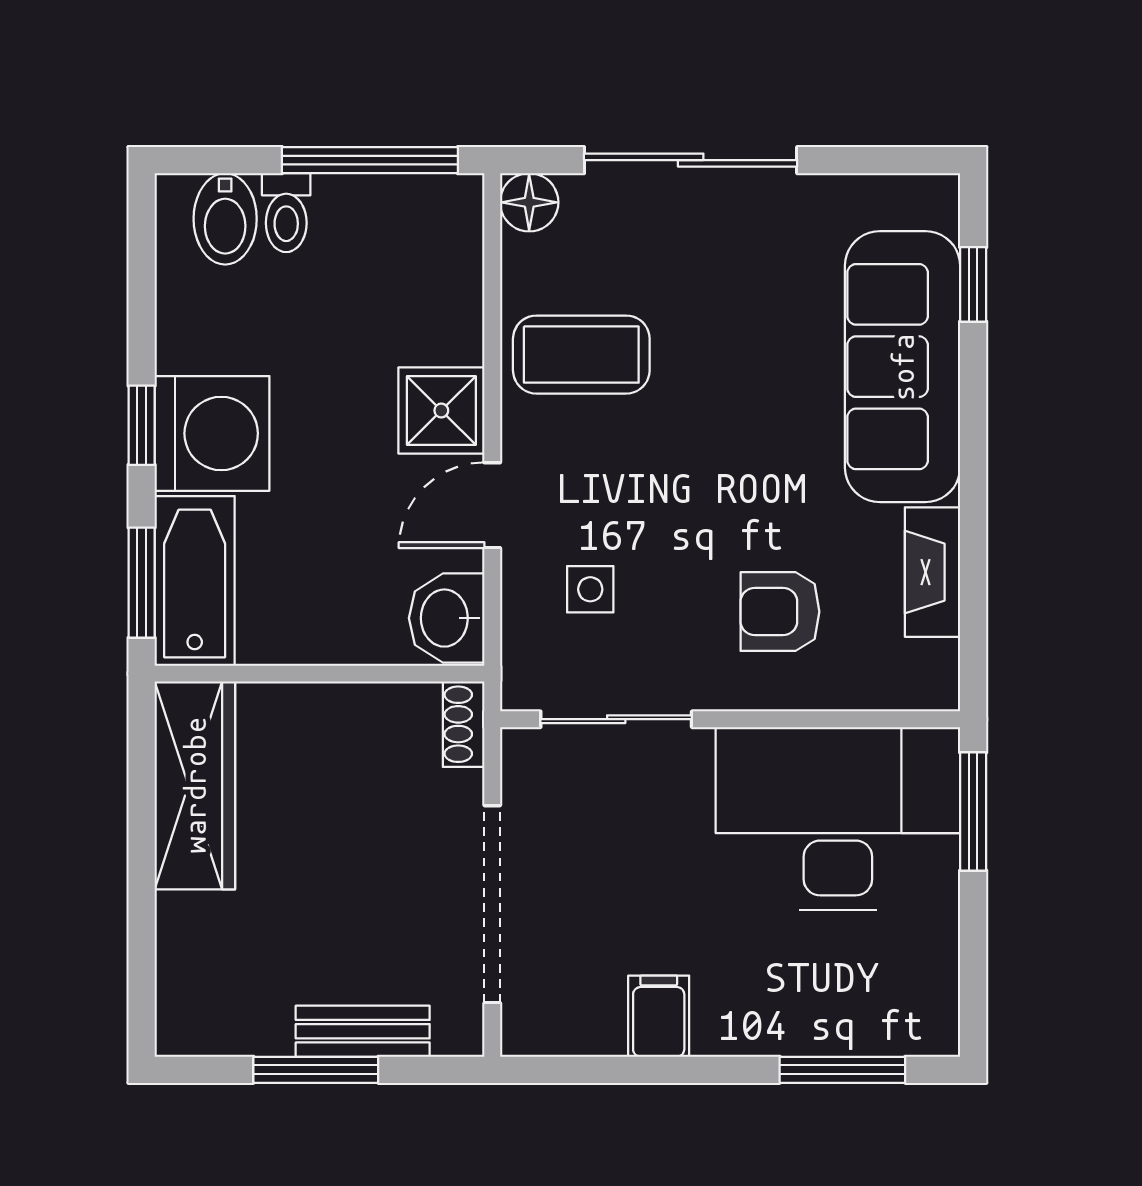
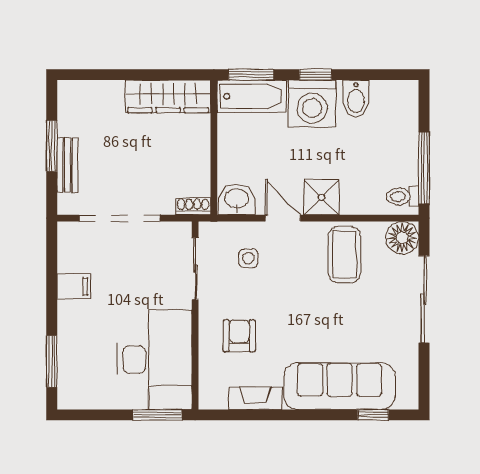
floor lamp: (529, 202) -> (402, 238), width x1.38, depth x1.38
toilet: (286, 213) -> (402, 197), moved
bidet: (225, 219) -> (356, 99), moved, turned -90

